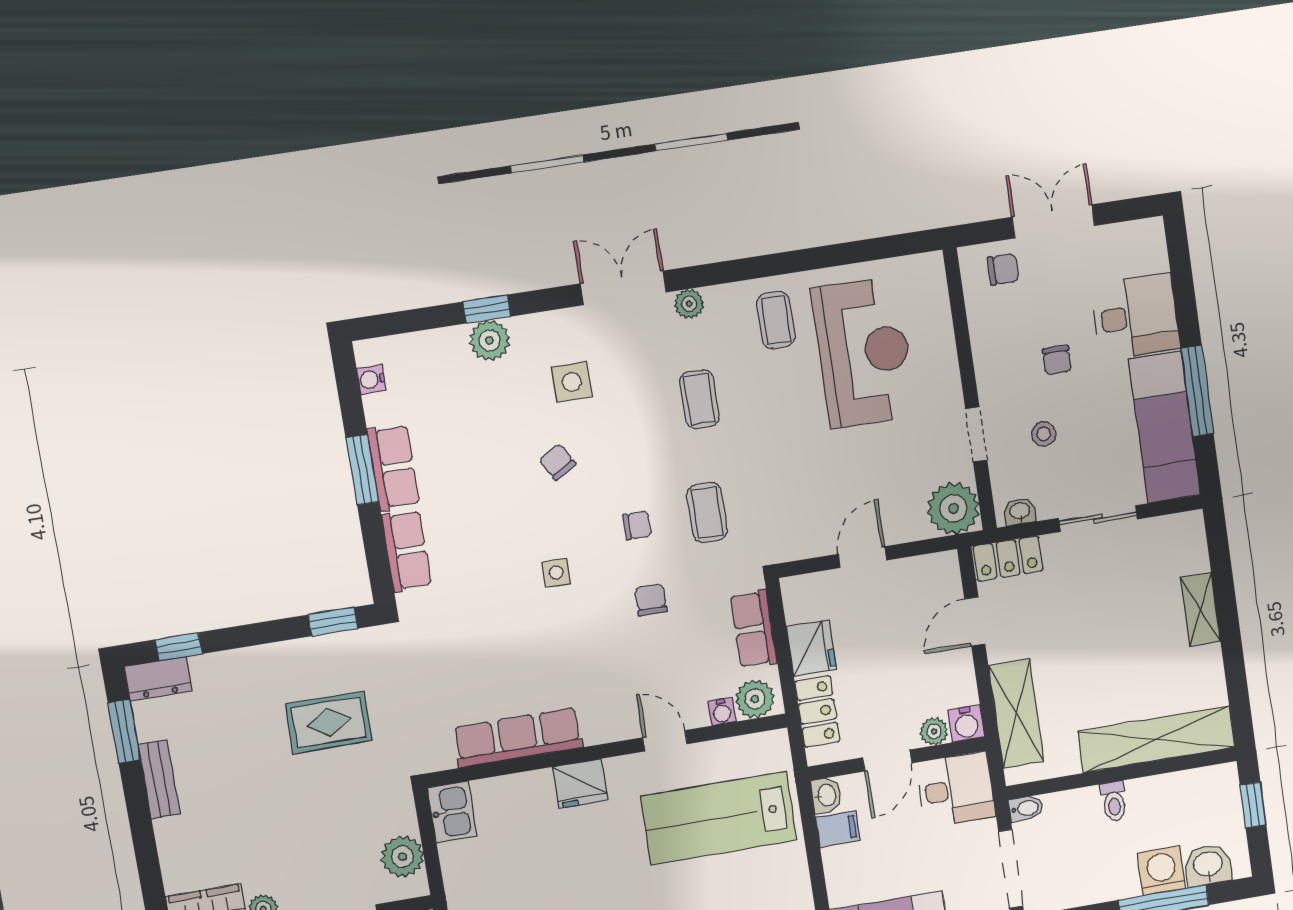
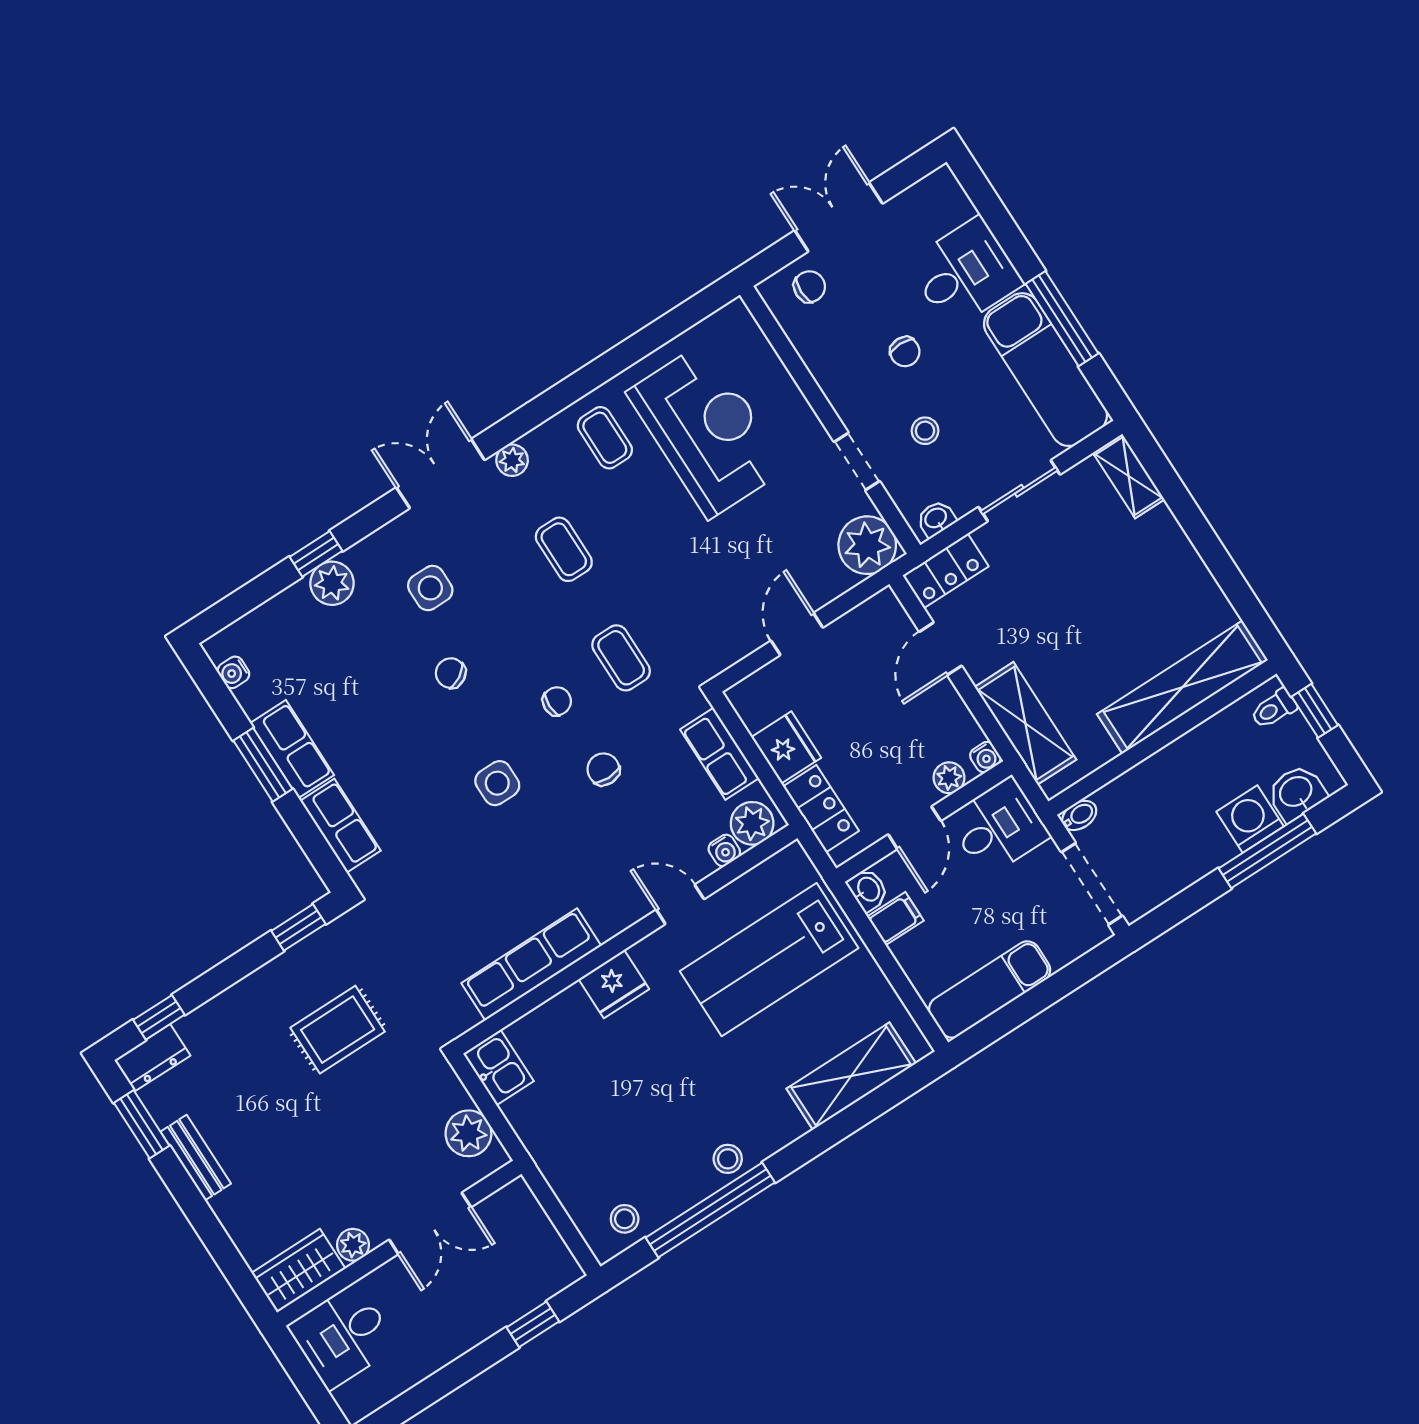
side table: (556, 573) -> (497, 783), width x1.37, depth x1.37
shelving: (1200, 609) -> (1129, 476), moved
water cooler: (966, 724) -> (985, 757), width x0.72, depth x0.72
toilet: (1114, 801) -> (1274, 709), moved, turned 90

